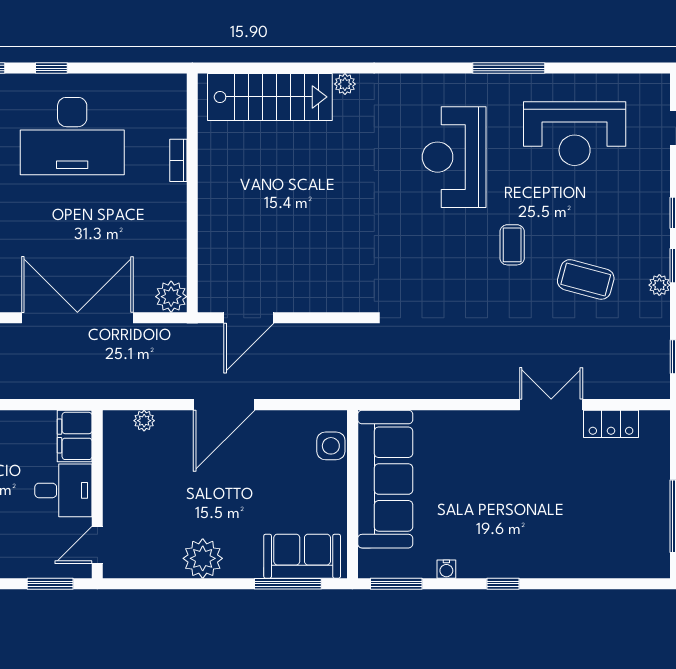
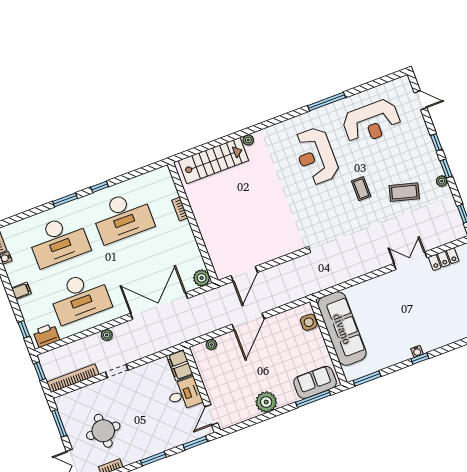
water cooler: (446, 569) -> (417, 351), moved

